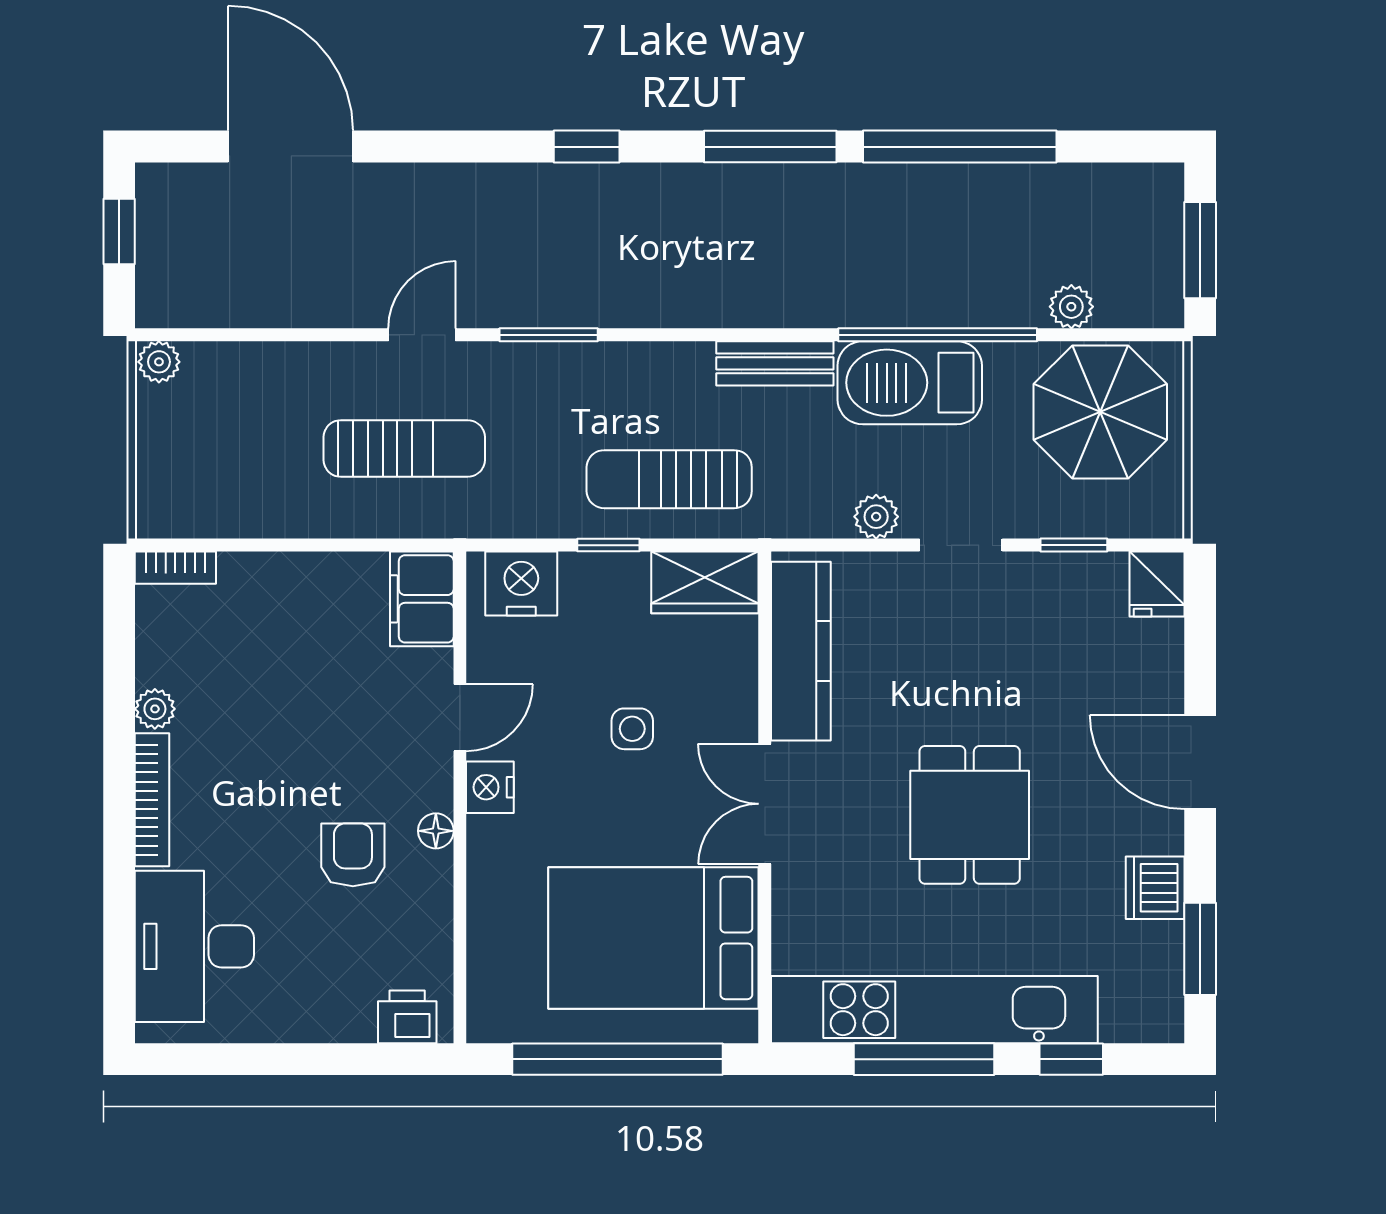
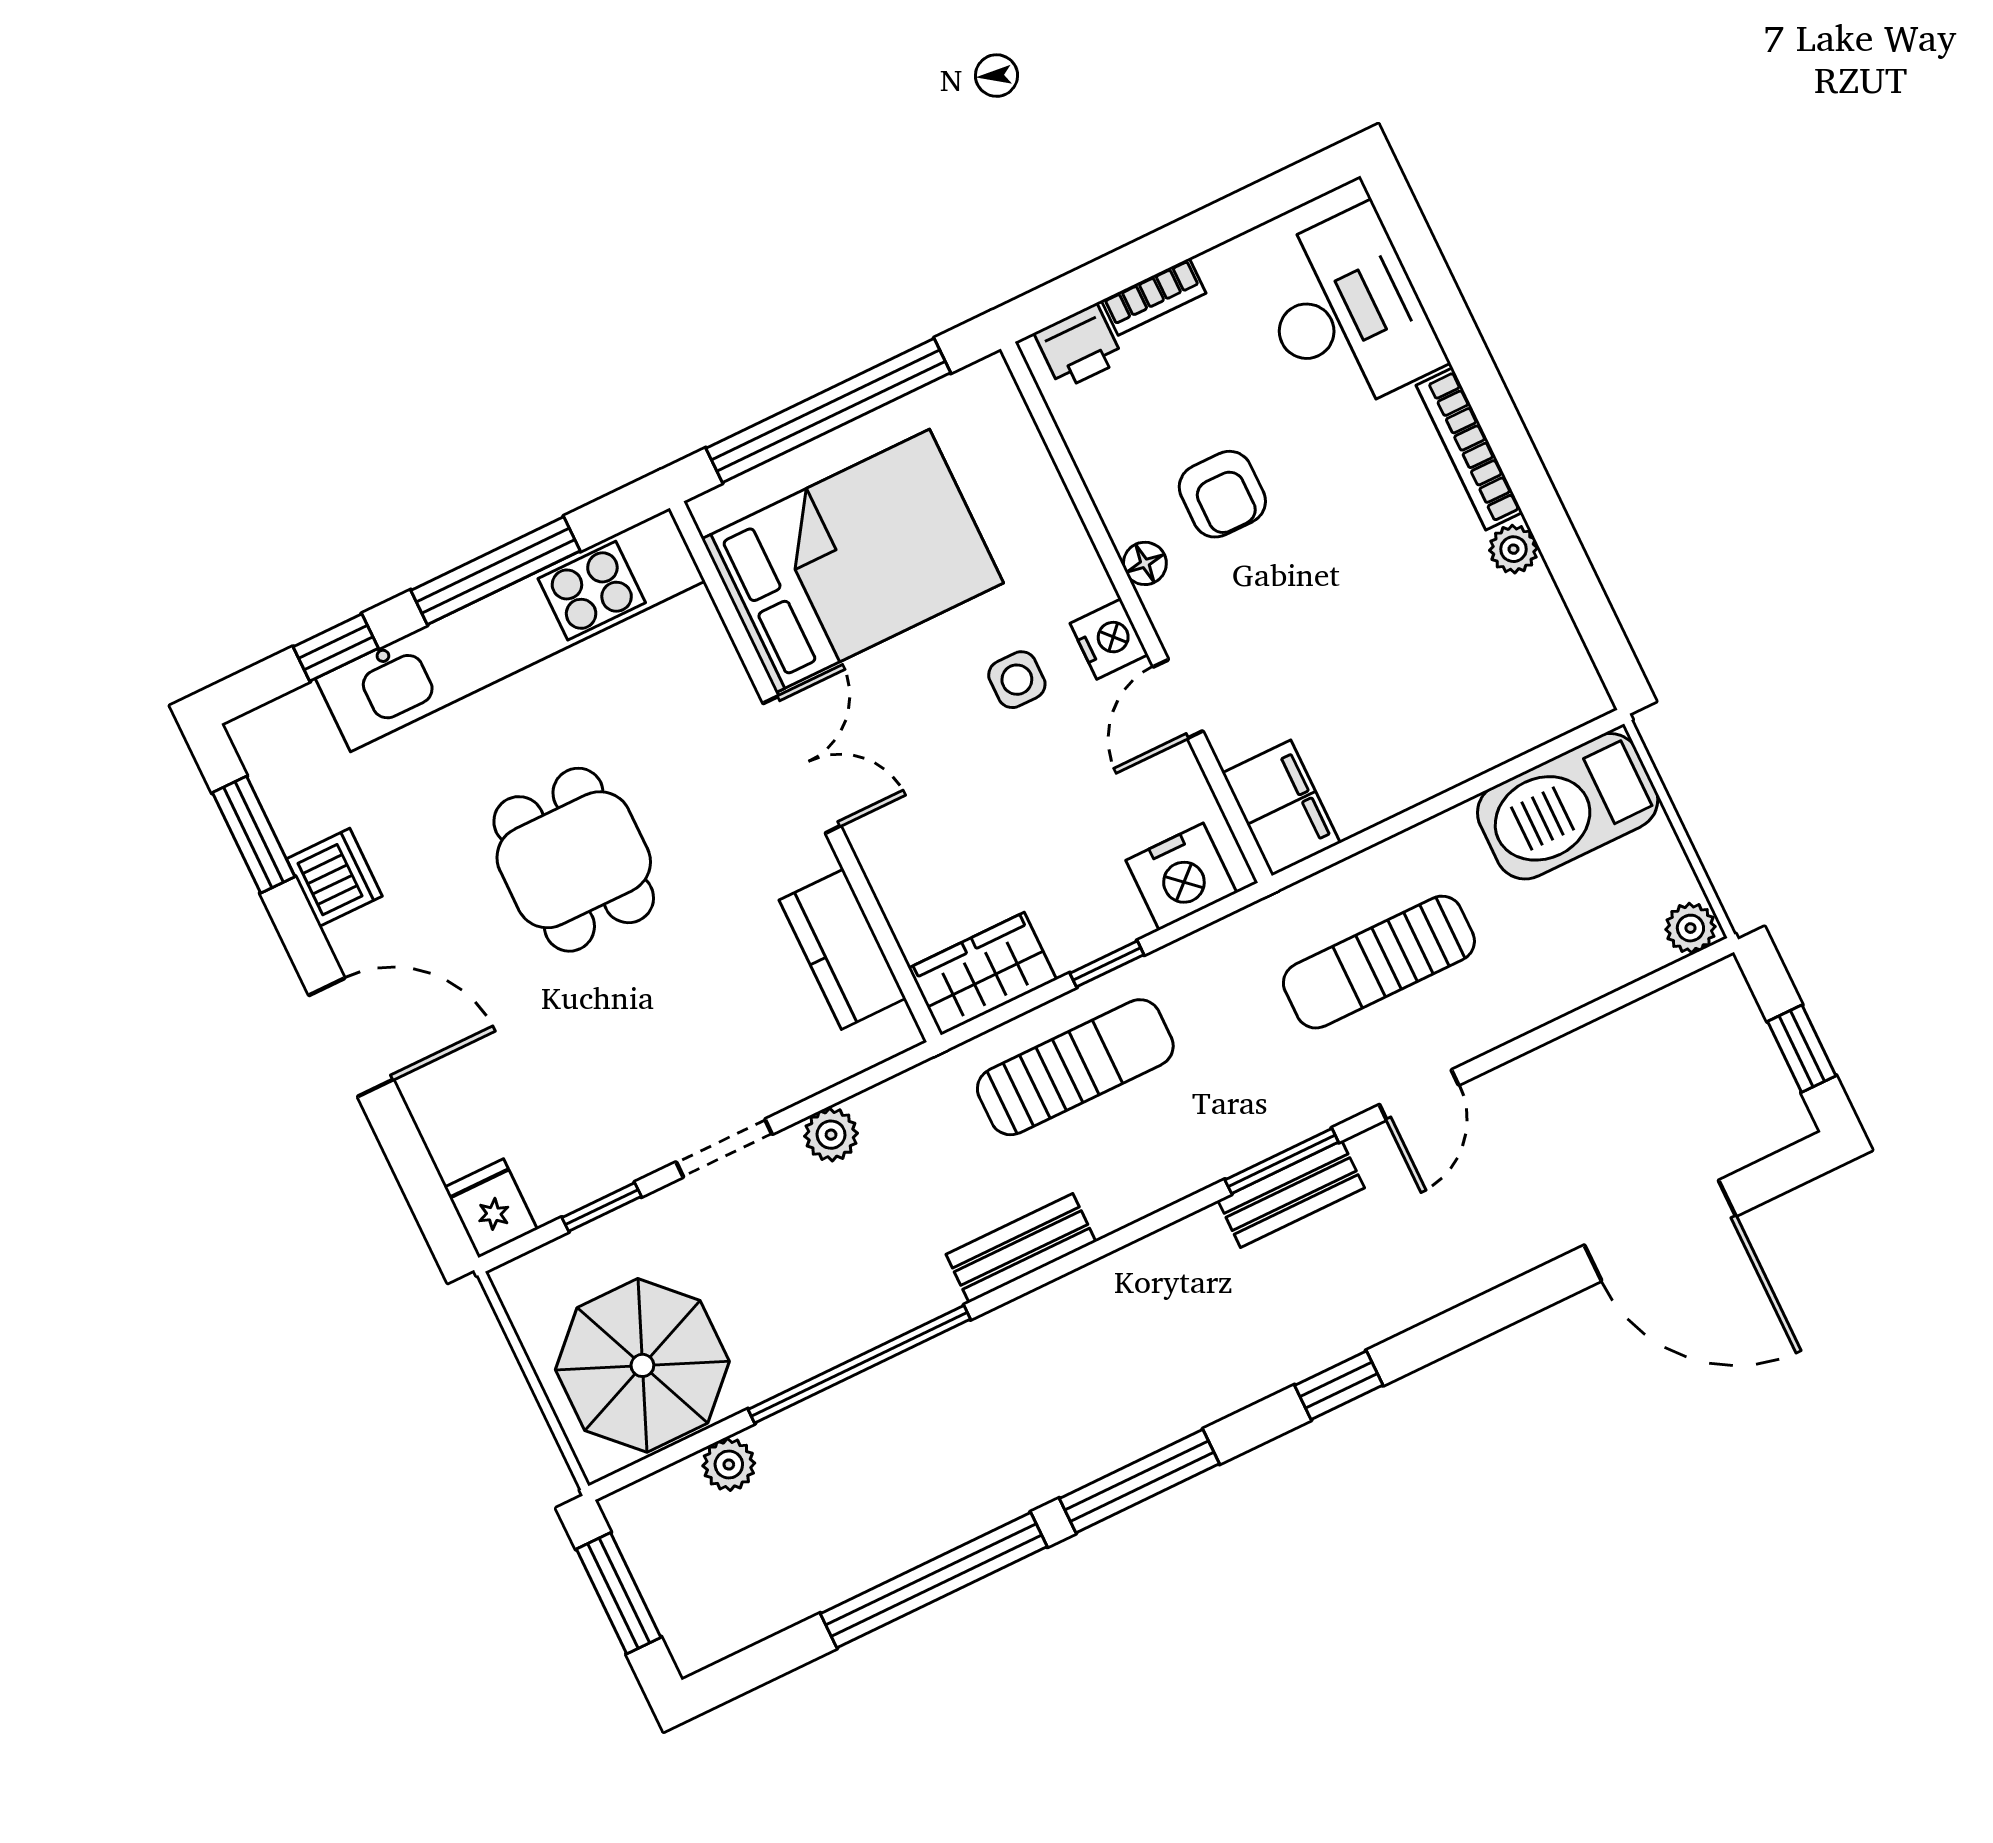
bench: (553, 307) -> (1291, 1194), added
barbecue: (910, 383) -> (1568, 806), moved, turned 180
bookcase: (175, 568) -> (1154, 297), moved, turned 180
kitchen counter: (801, 651) -> (842, 949), width x0.67
side table: (632, 729) -> (1017, 680), moved

